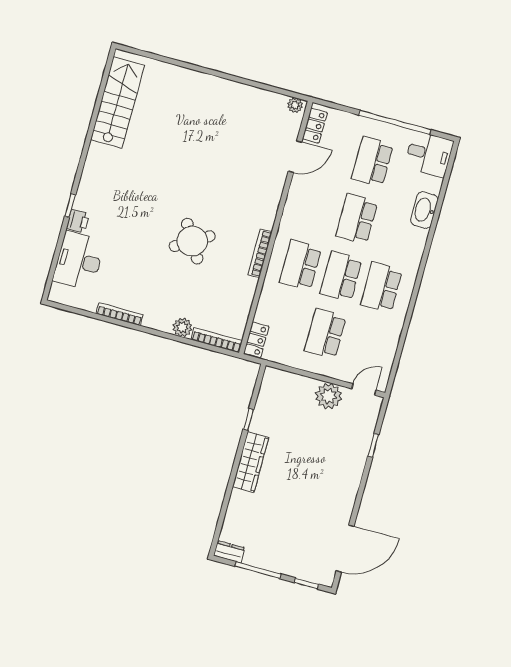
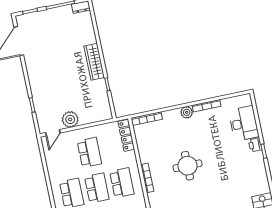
round table: (192, 241) -> (187, 166), turned 31
plant: (182, 327) -> (187, 112), moved
locker: (256, 340) -> (126, 135), width x1.53

